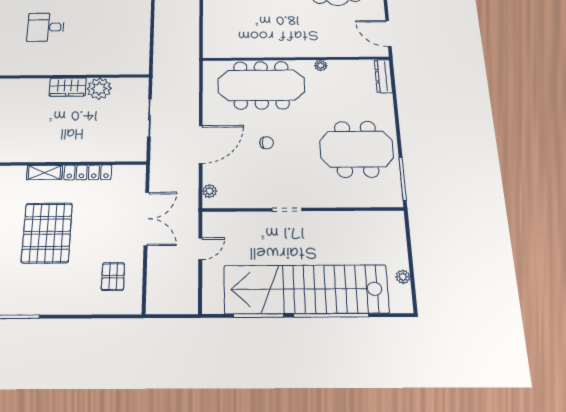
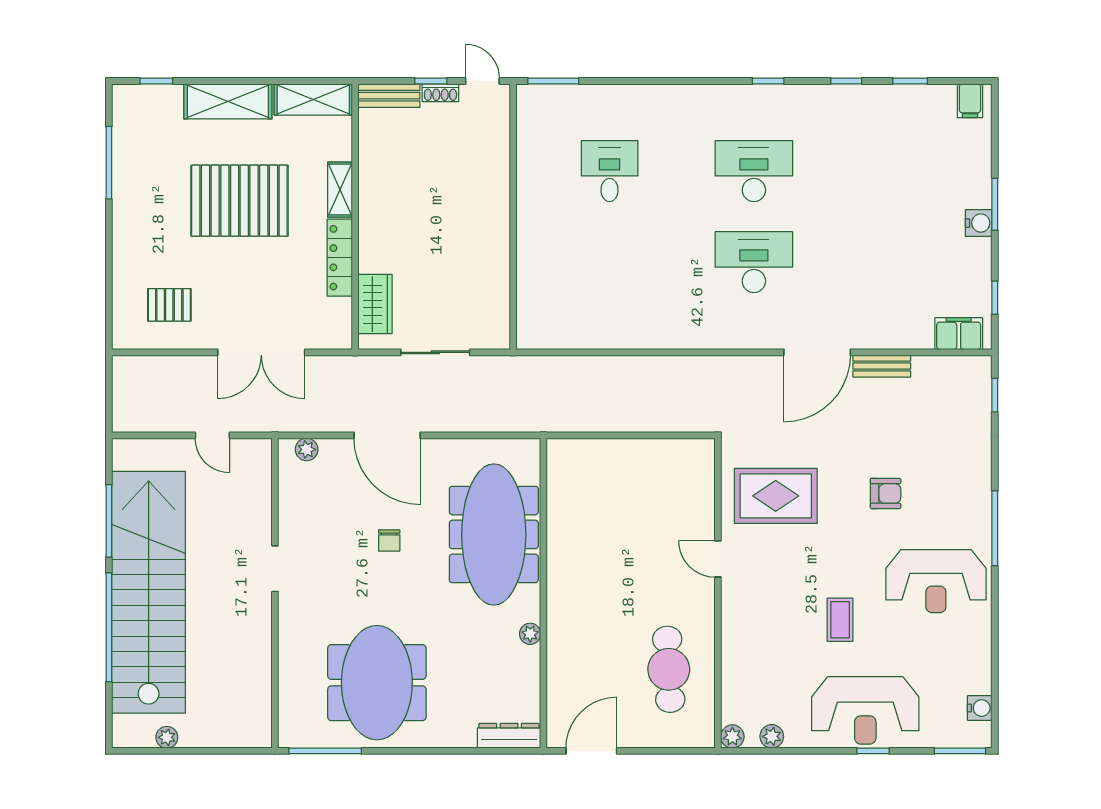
wardrobe: (68, 87) -> (375, 304), moved, turned 180
plant: (99, 89) -> (490, 268), removed

